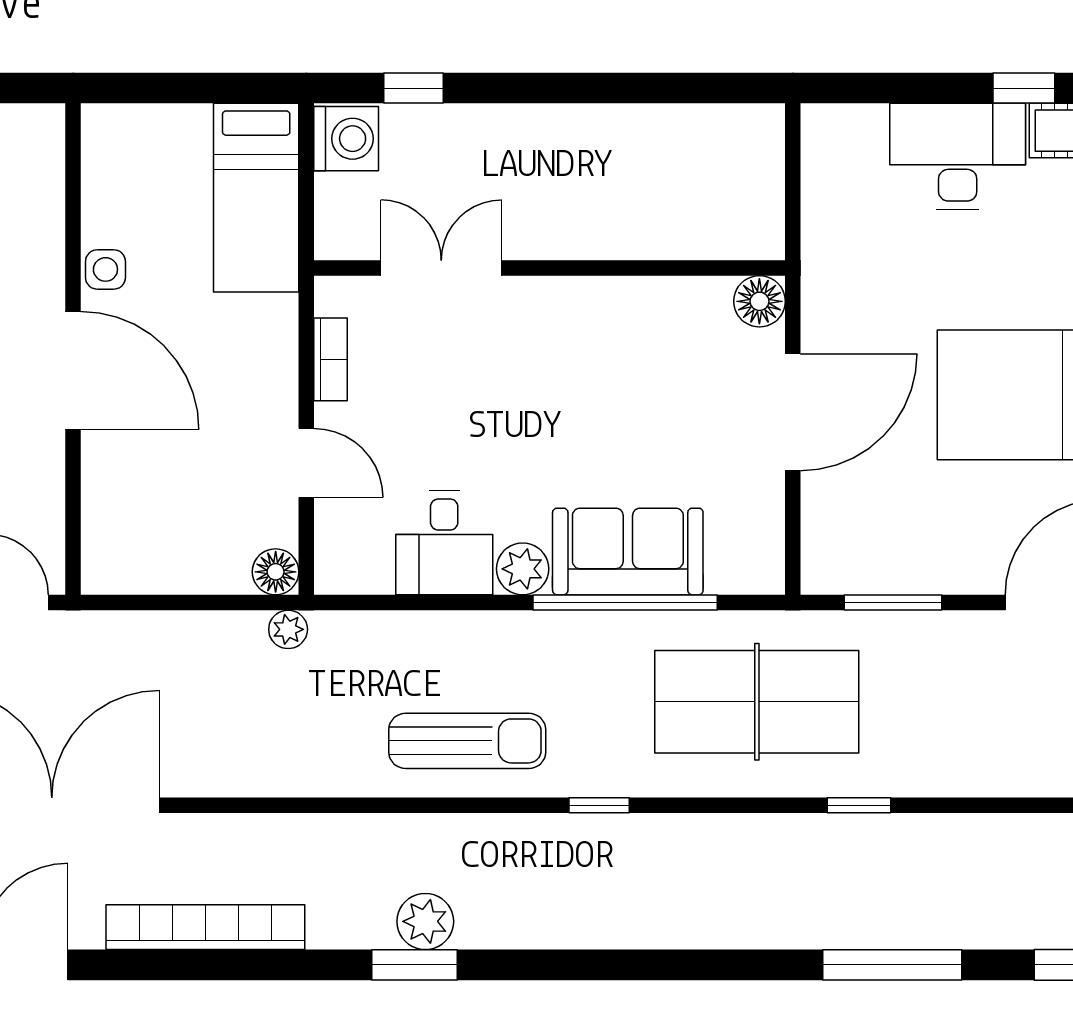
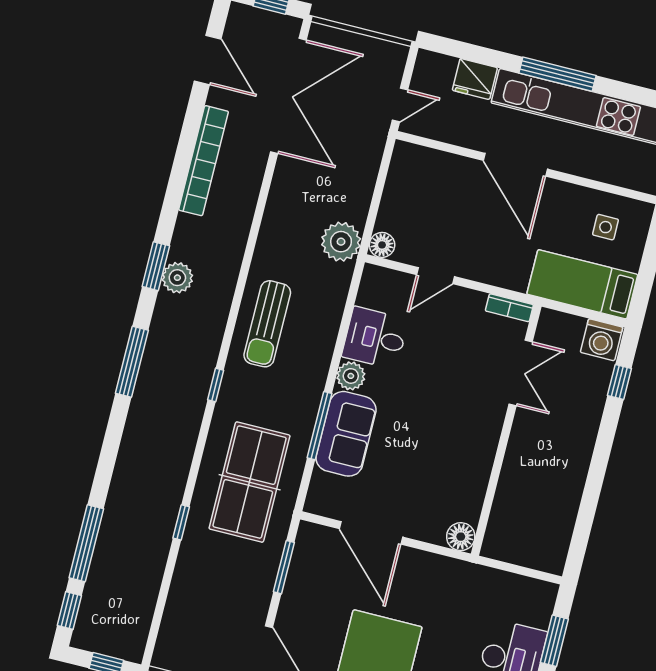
window: (903, 88) -> (554, 641), added
side table: (105, 269) -> (606, 227), moved
bookcase: (330, 359) -> (509, 308), moved
door: (73, 370) -> (515, 165), hinge flipped
door: (793, 412) -> (371, 533), moved
window: (625, 603) -> (319, 426), width x0.68
plant: (288, 629) -> (341, 242), width x1.88, depth x1.88
window: (595, 965) -> (132, 362), added
window: (892, 965) -> (86, 543), moved

